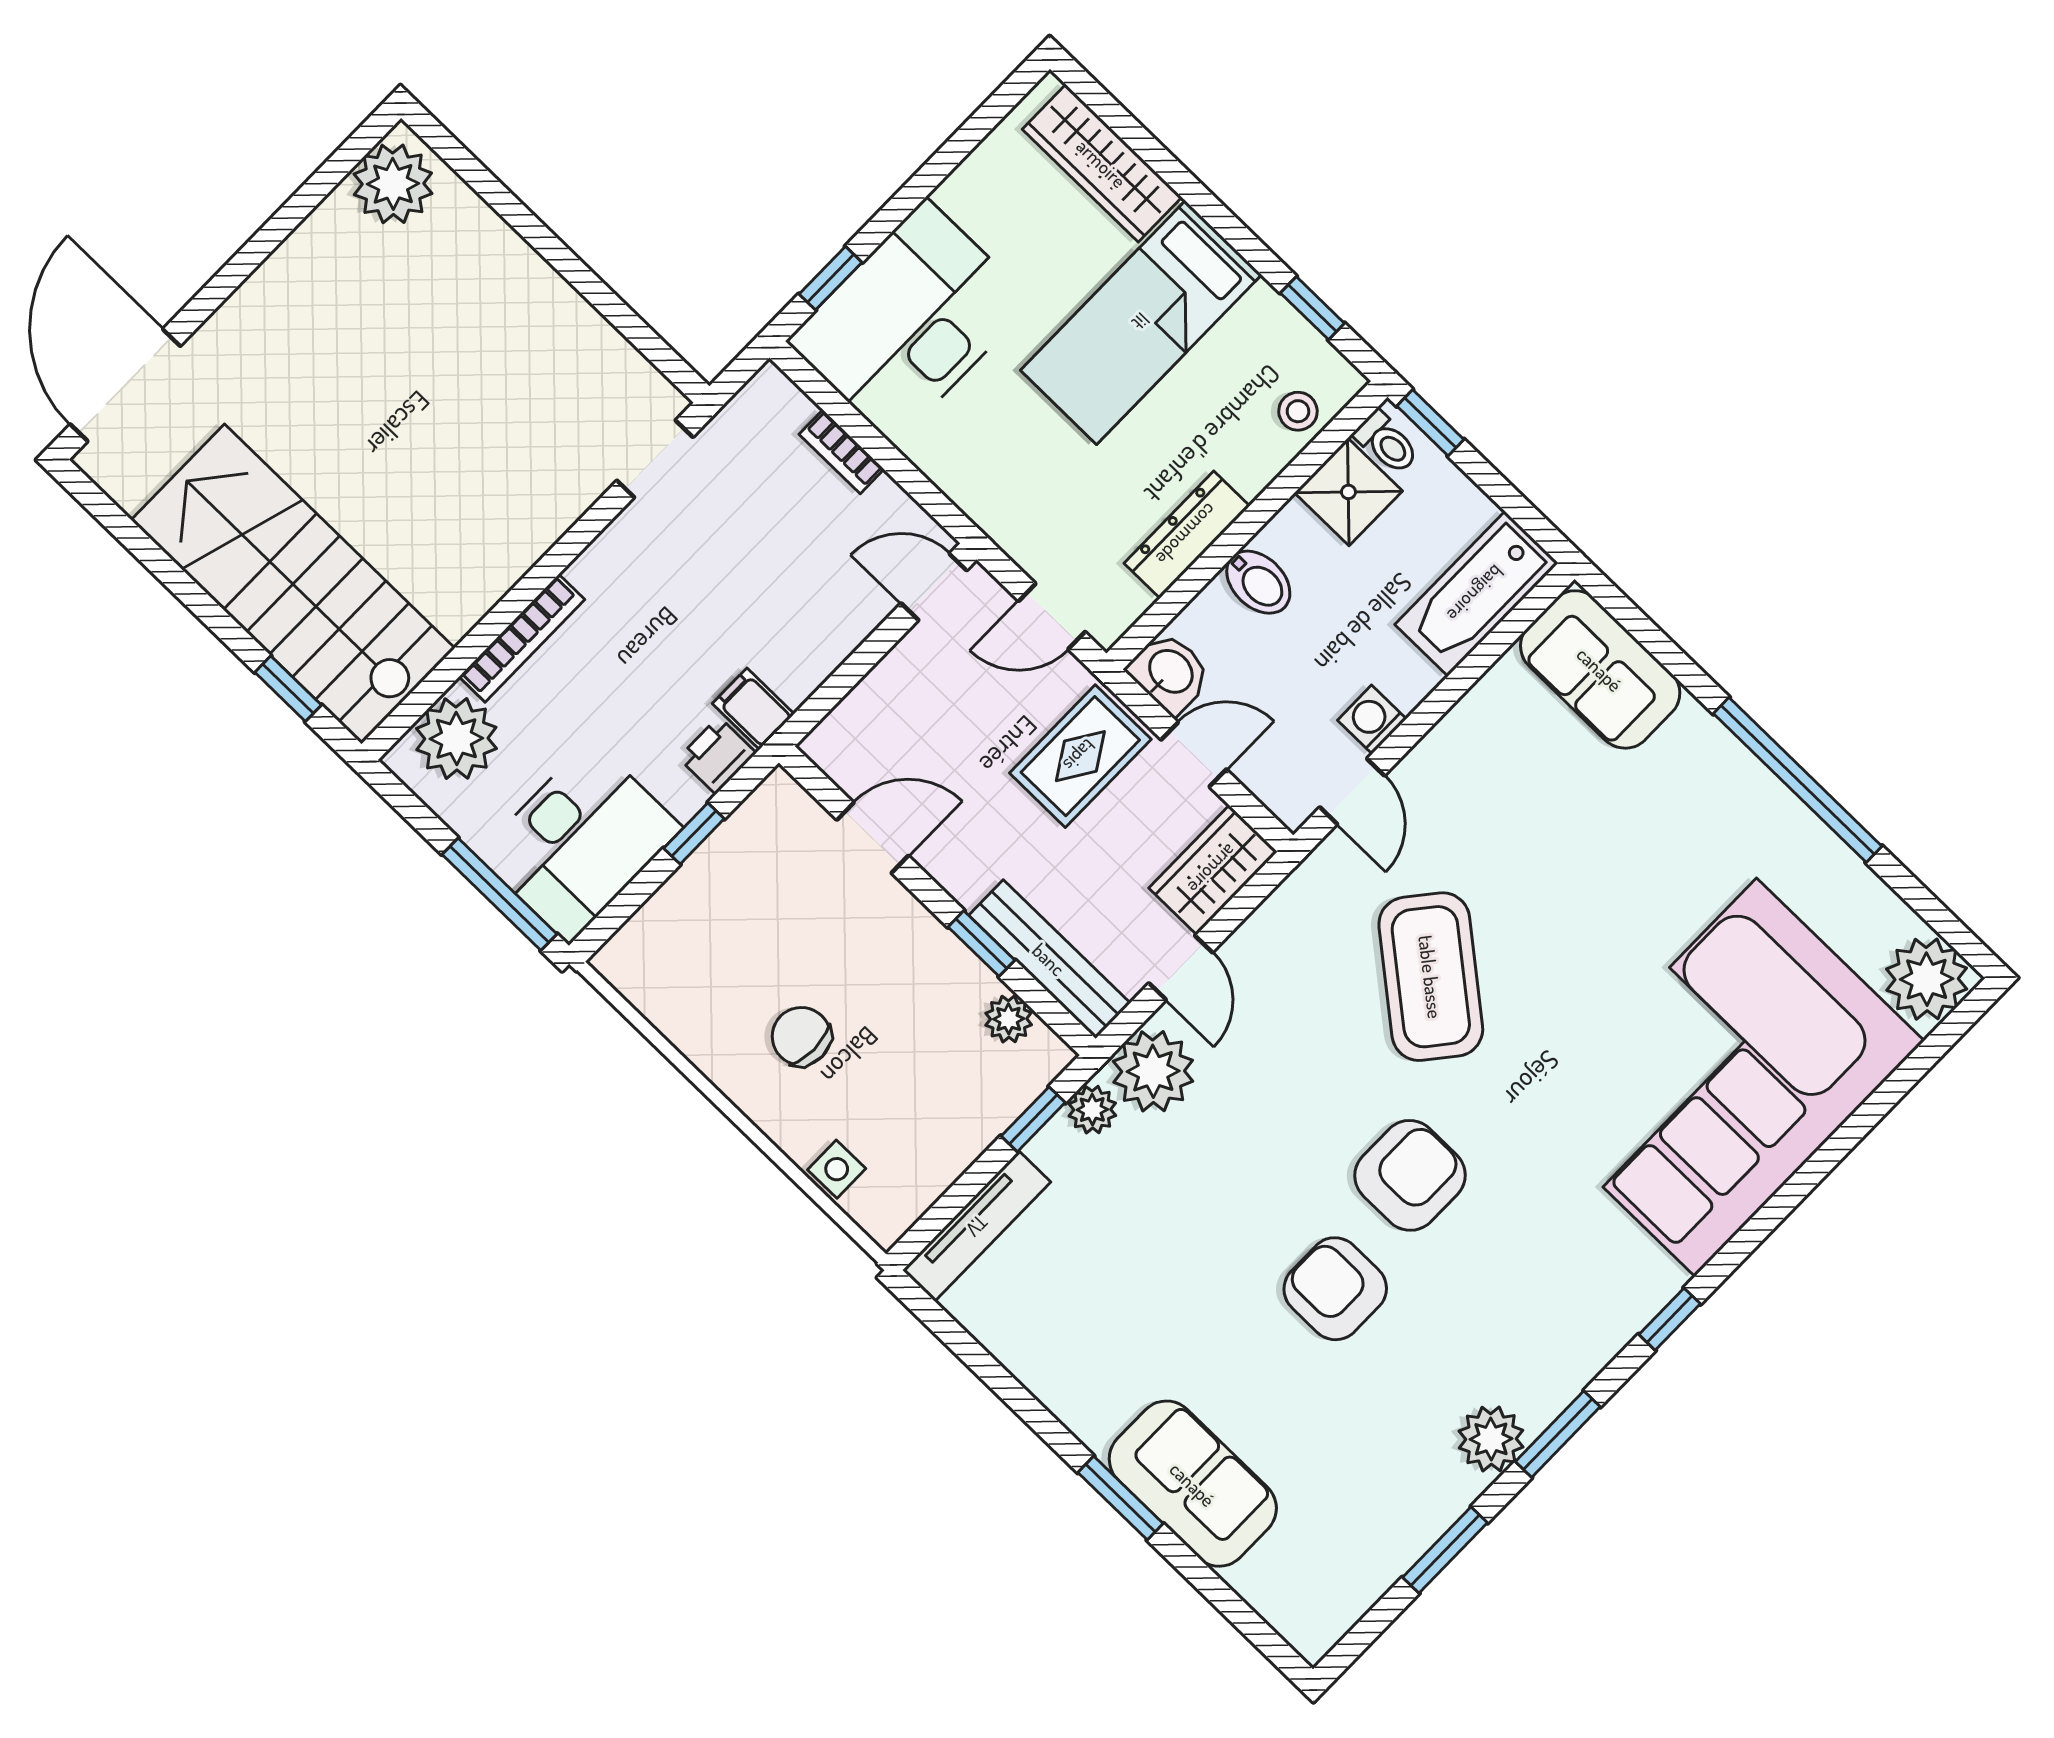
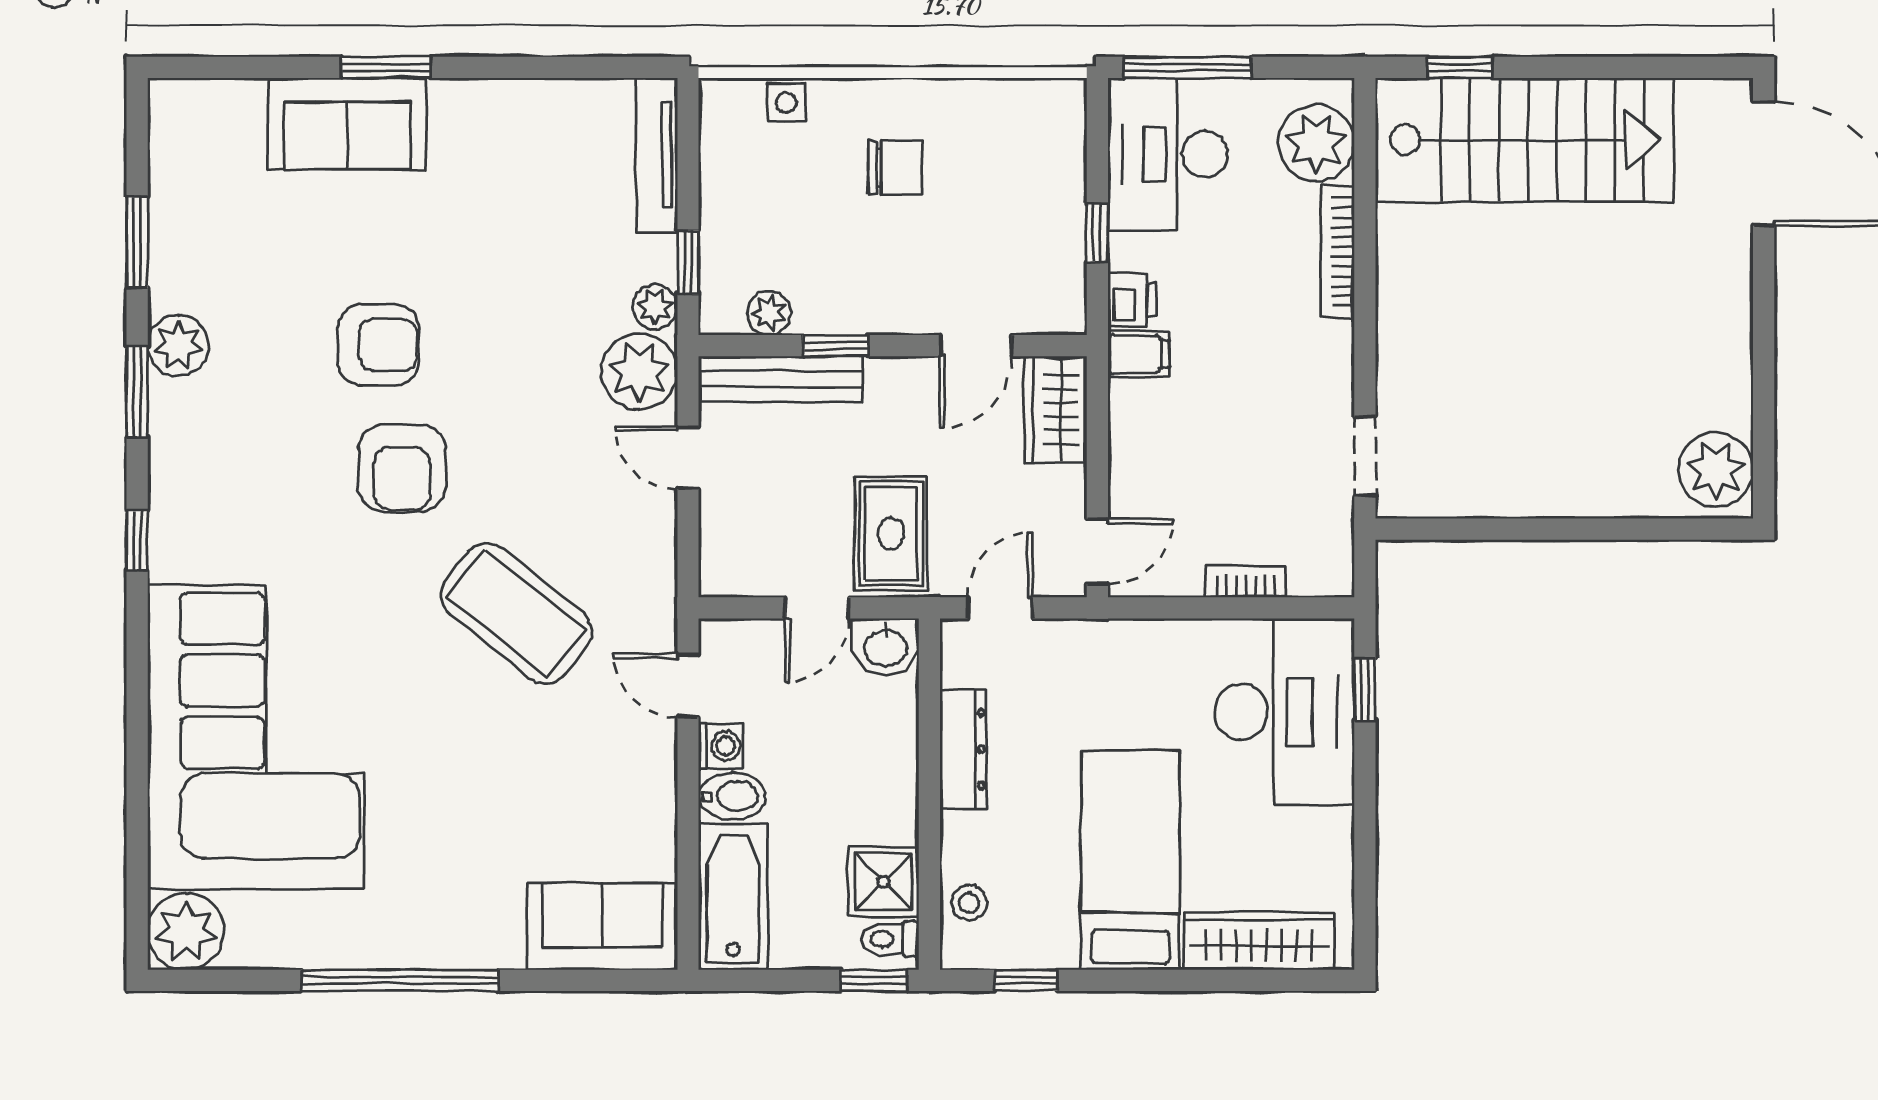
bidet: (1258, 582) -> (732, 796), moved, turned 180
wardrobe: (1213, 870) -> (1056, 410), moved, turned 180

